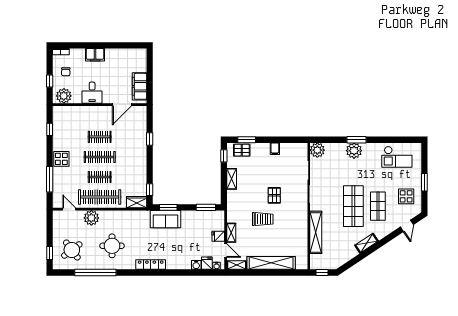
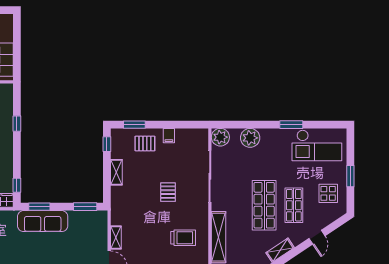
window: (357, 140) -> (291, 125), moved
pallet: (242, 150) -> (145, 144), moved
plant: (354, 151) -> (250, 138), moved
checkout: (397, 157) -> (317, 145), width x1.36, depth x1.21
sofa: (166, 219) -> (43, 221), width x1.36
trolley: (263, 219) -> (183, 238), moved
door: (407, 226) -> (317, 237), moved
fridge: (218, 236) -> (100, 242), removed

